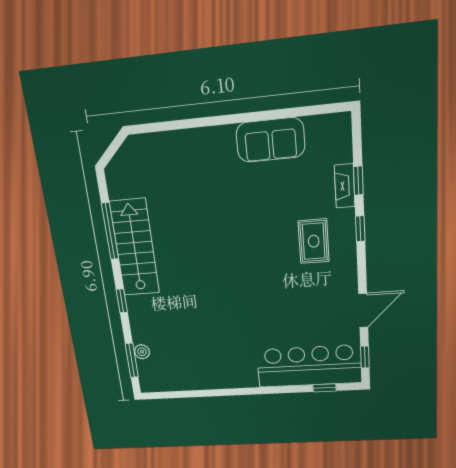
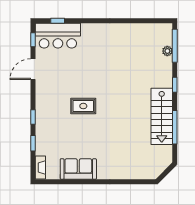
fireplace: (345, 186) -> (40, 168), moved
rug: (314, 241) -> (83, 106), moved, turned 90
window: (132, 360) -> (175, 46), width x1.44
bar counter: (309, 366) -> (58, 36), width x0.73

